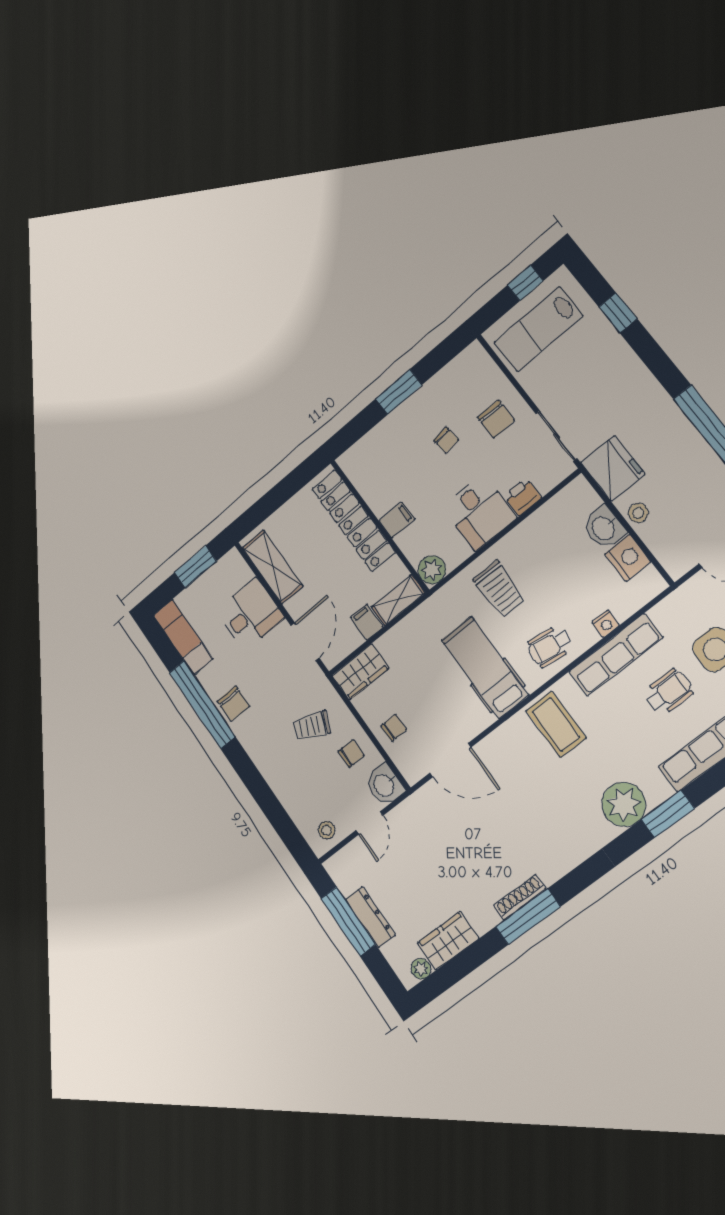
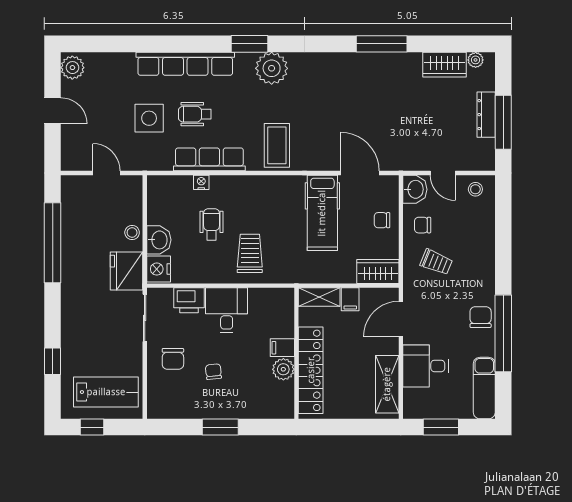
chair: (496, 419) -> (173, 359), turned 180
printer: (523, 497) -> (189, 300), width x1.36, depth x1.24
nightstand: (628, 558) -> (159, 269), moved
plant: (432, 570) -> (283, 369), moved
wheelchair: (550, 646) -> (212, 224), moved, turned -98
hospital bed: (485, 668) -> (322, 213), moved
door: (370, 823) -> (443, 173), swing flipped
shoe rack: (519, 897) -> (378, 59), removed

